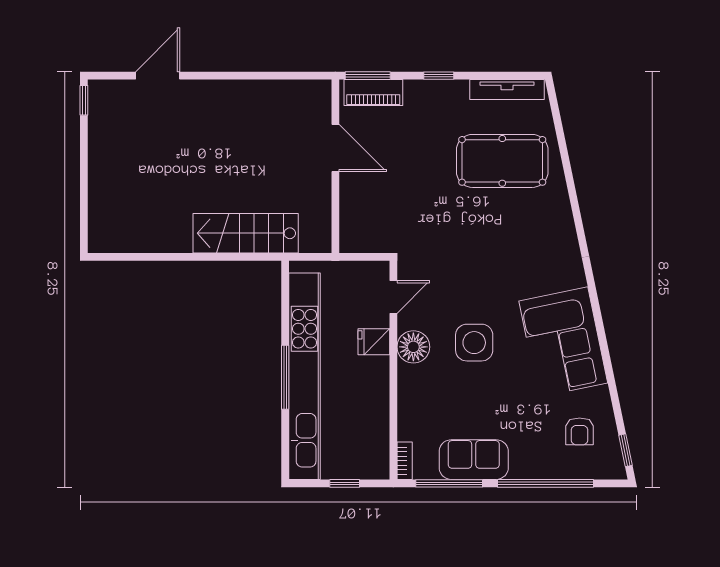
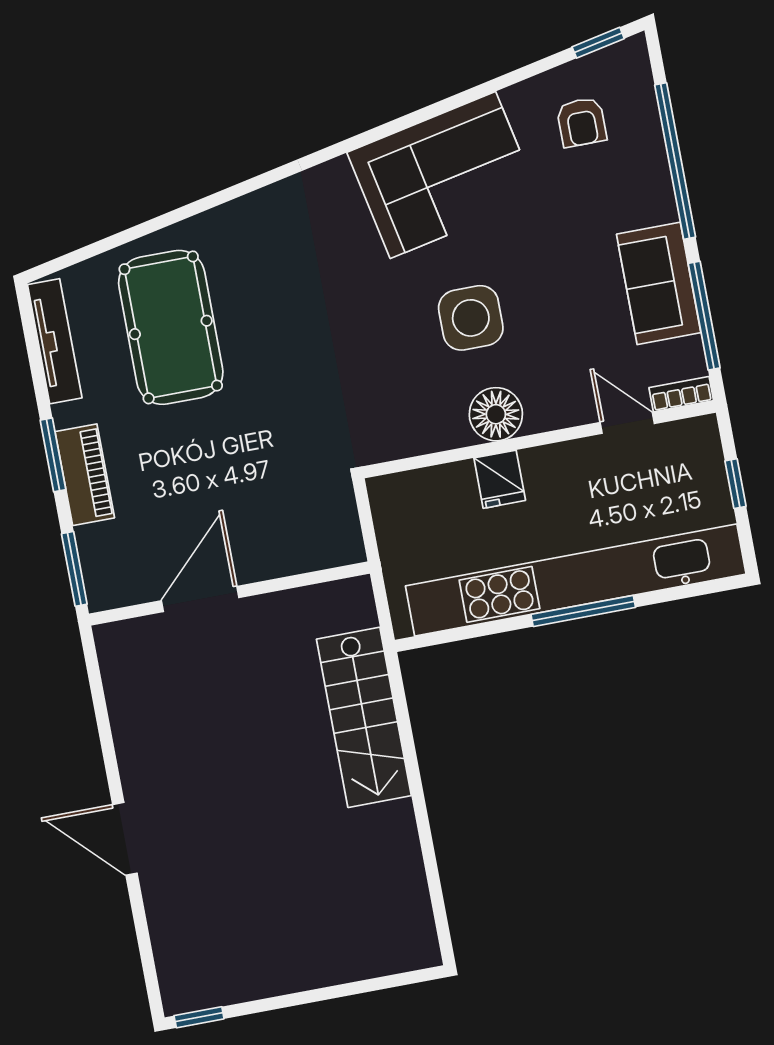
door: (158, 76) -> (125, 839), moved
window: (439, 76) -> (53, 455), width x1.50
piano: (373, 93) -> (85, 475), moved
door: (393, 297) -> (627, 423), moved
armchair: (580, 431) -> (582, 122), turned 90

